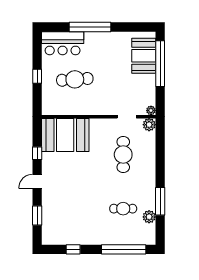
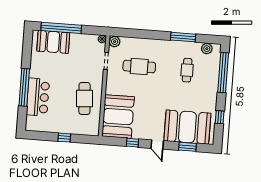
bar counter: (63, 43) -> (38, 97), moved
cafe table: (75, 79) -> (84, 98), moved
booth: (59, 214) -> (187, 127), added
plant: (149, 217) -> (207, 49), moved

